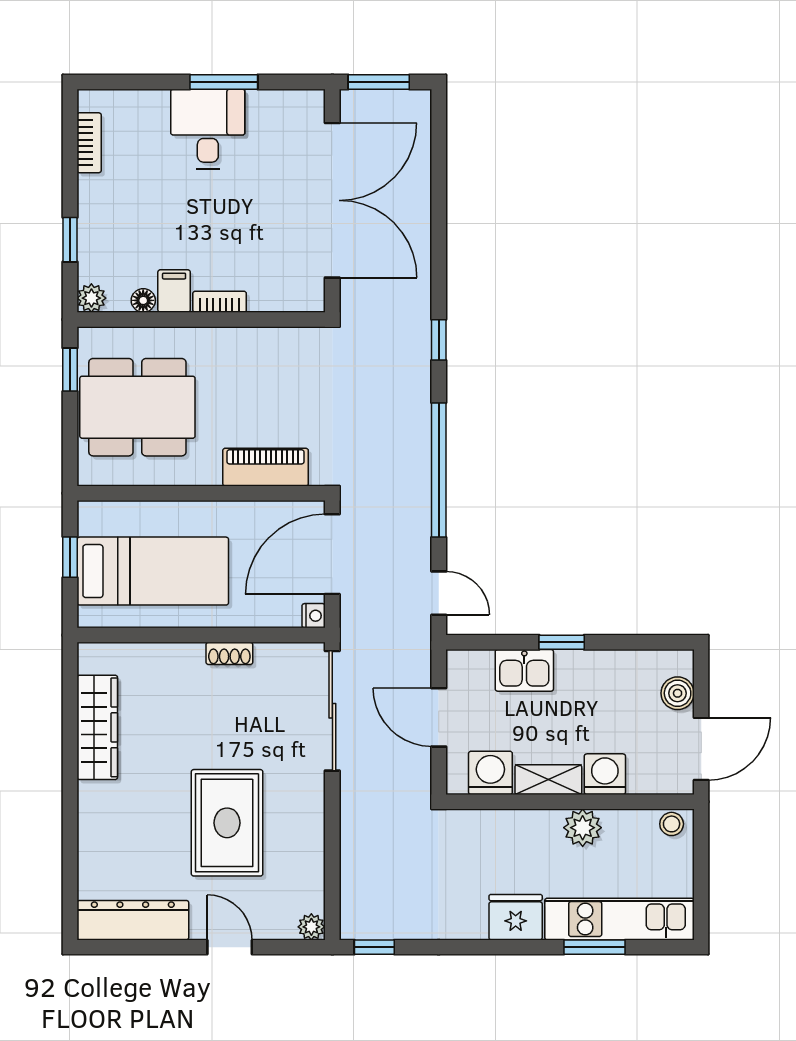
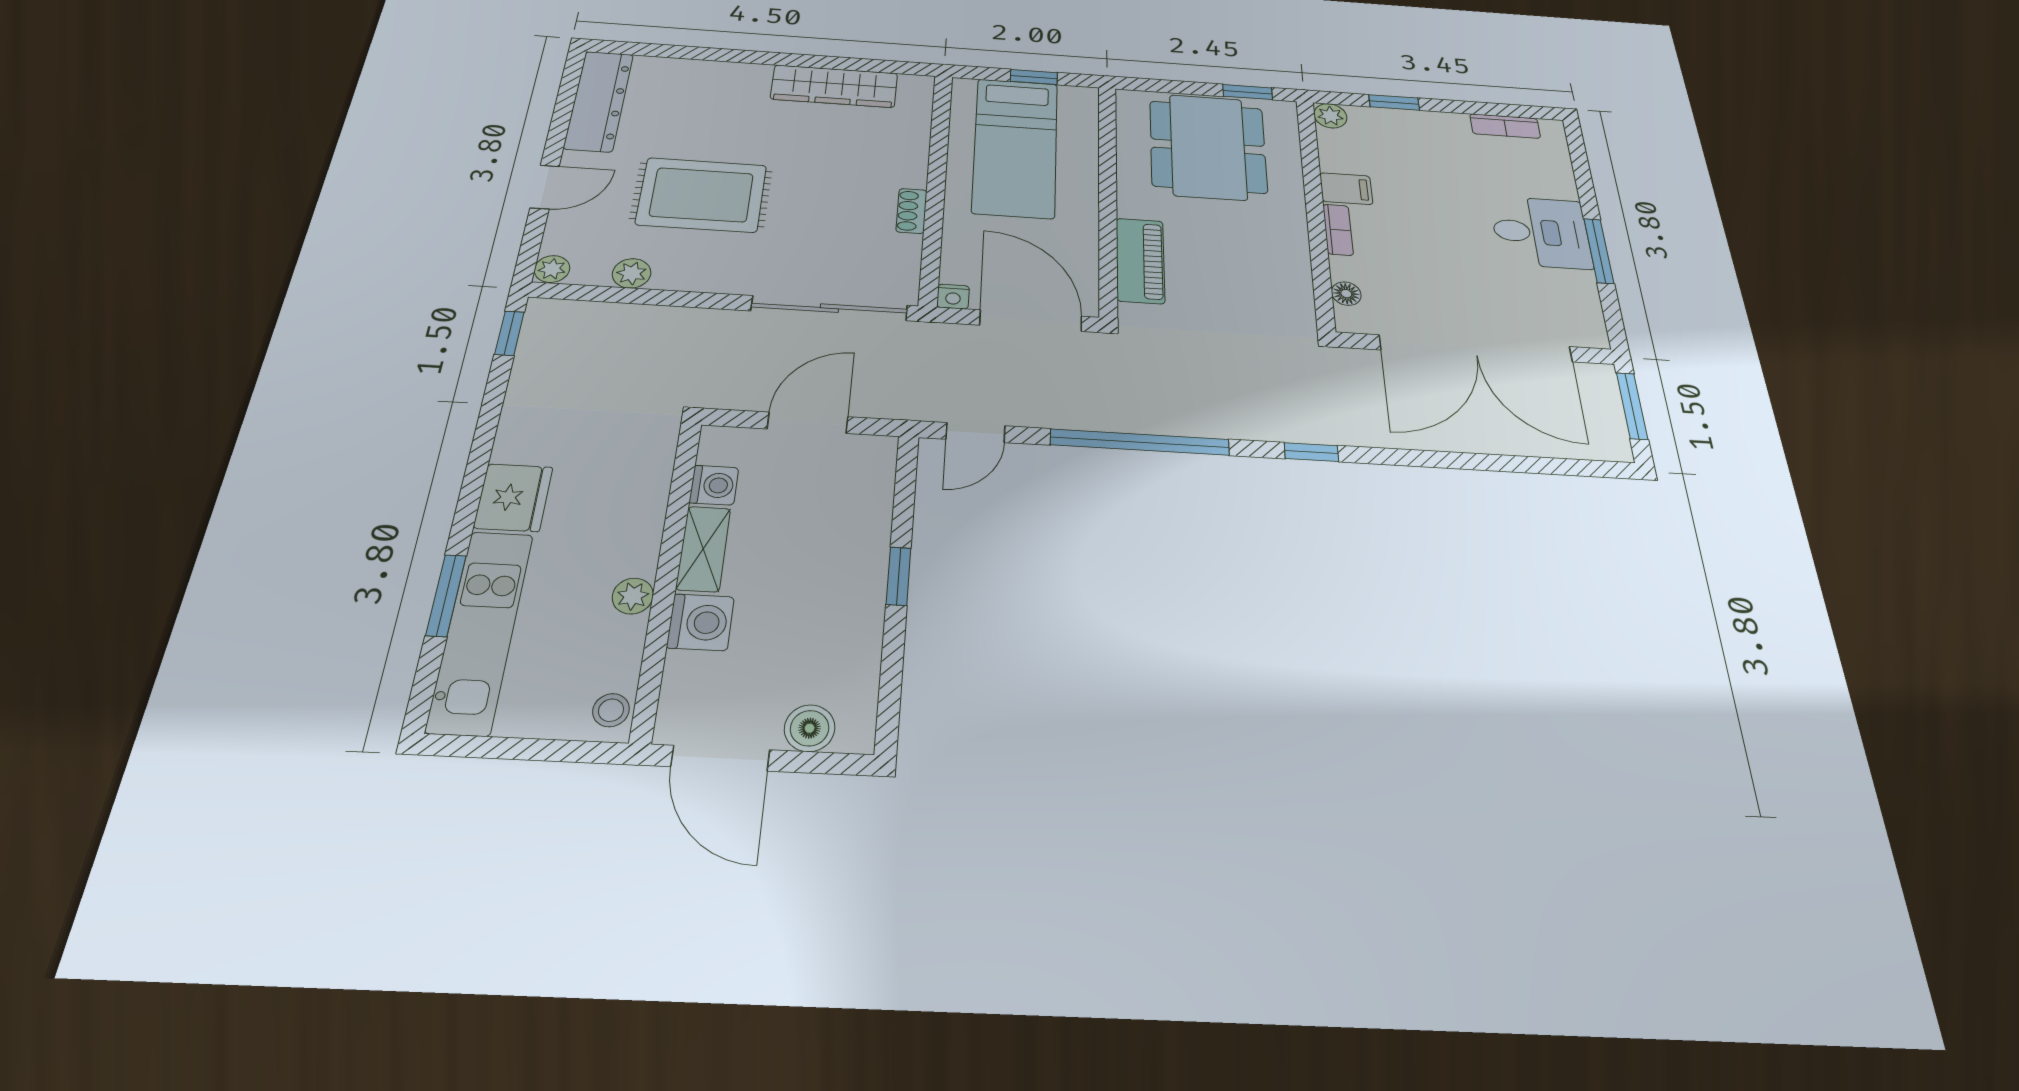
floor lamp: (143, 300) -> (1346, 294), moved
kitchen sink: (524, 670) -> (862, 527), removed
washing machine: (490, 773) -> (714, 485), width x0.73, depth x0.73
plant: (583, 828) -> (633, 596), width x0.73, depth x0.73
plant: (311, 866) -> (632, 273), added

